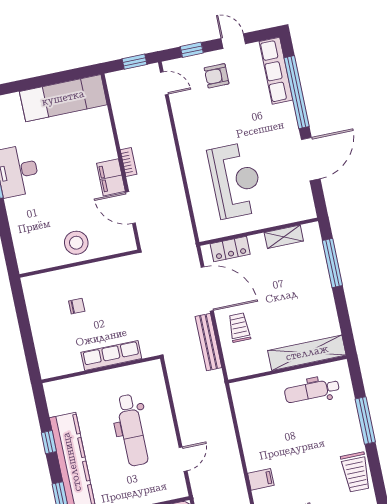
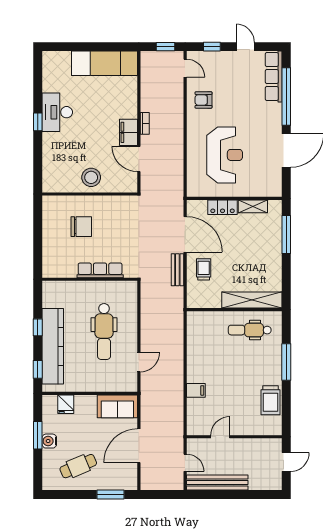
armchair: (217, 76) -> (203, 100), moved
locker: (230, 249) -> (223, 207), moved
chair: (77, 306) -> (81, 227), width x1.87, depth x1.87
bench: (208, 342) -> (177, 270), width x0.73

